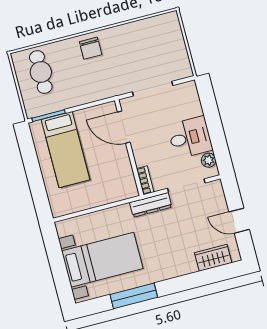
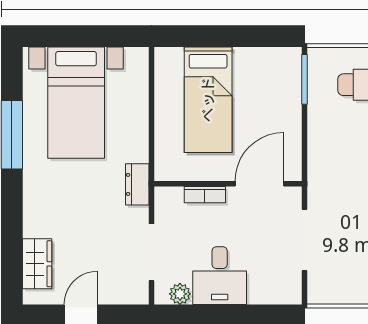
bed: (66, 150) -> (208, 100), moved, turned -90
bookcase: (145, 180) -> (205, 195), moved
dresser: (151, 205) -> (137, 184), width x0.70

